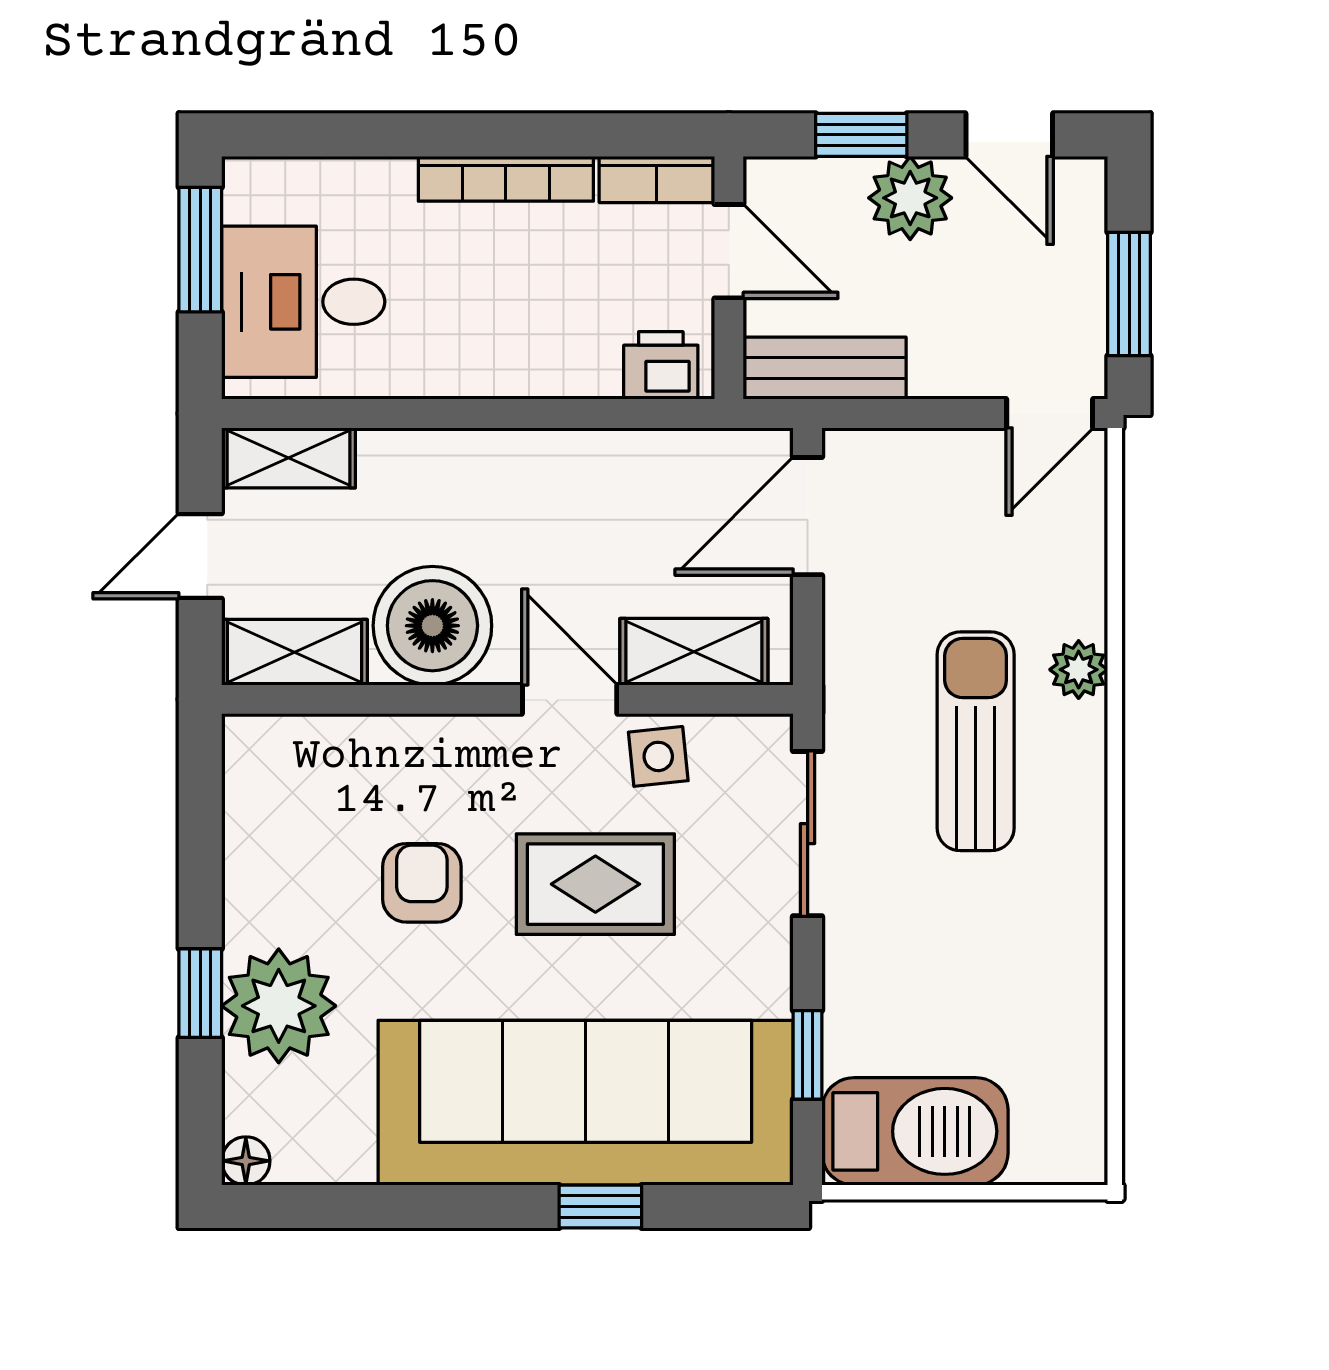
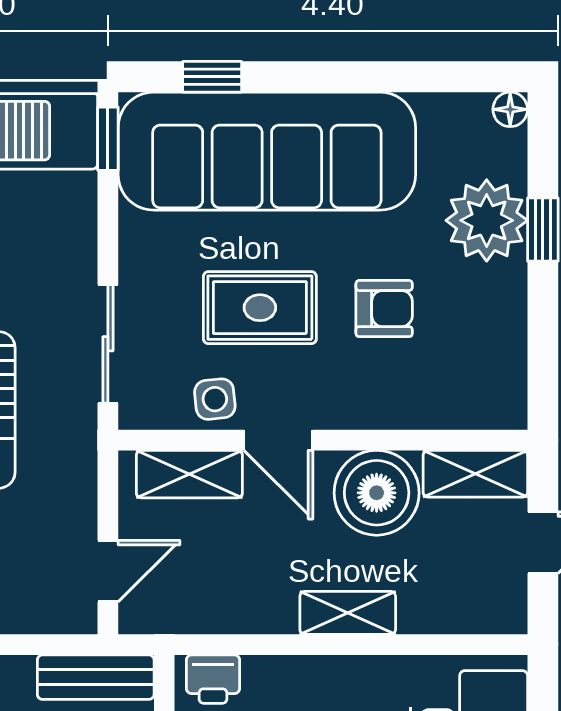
shelving: (288, 458) -> (348, 613), moved
door: (808, 516) -> (108, 571), width x0.73
armchair: (422, 883) -> (384, 309), turned -90
window: (808, 1055) -> (108, 139), moved
window: (600, 1207) -> (212, 77), moved

